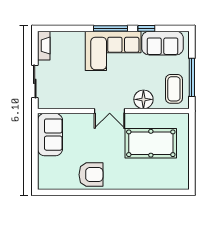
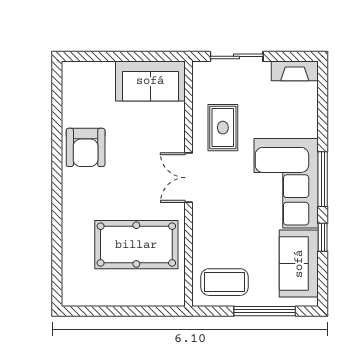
window: (192, 77) -> (265, 311), moved
rug: (79, 90) -> (223, 128), added
floor lamp: (143, 99) -> (207, 233), removed
pool table: (151, 143) -> (136, 245), turned 90

